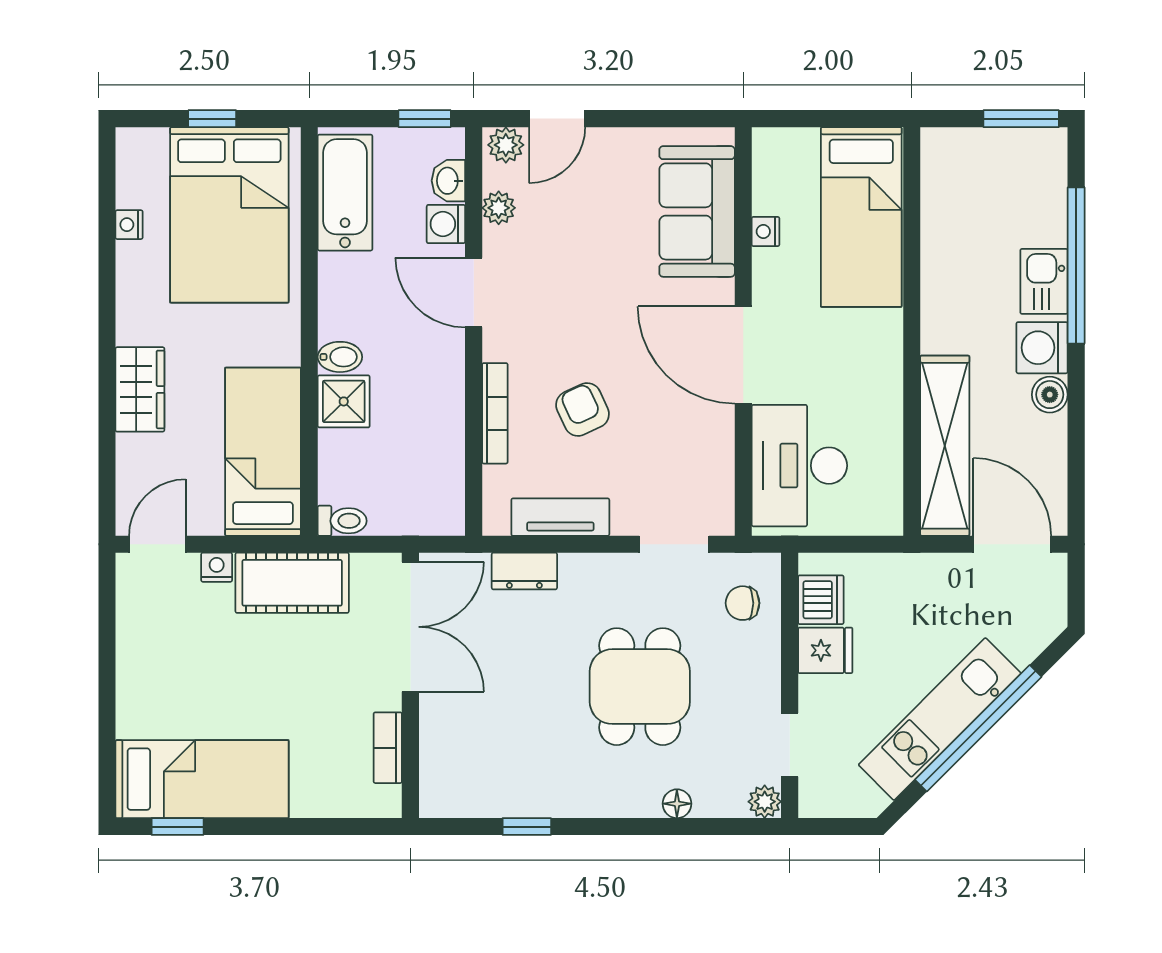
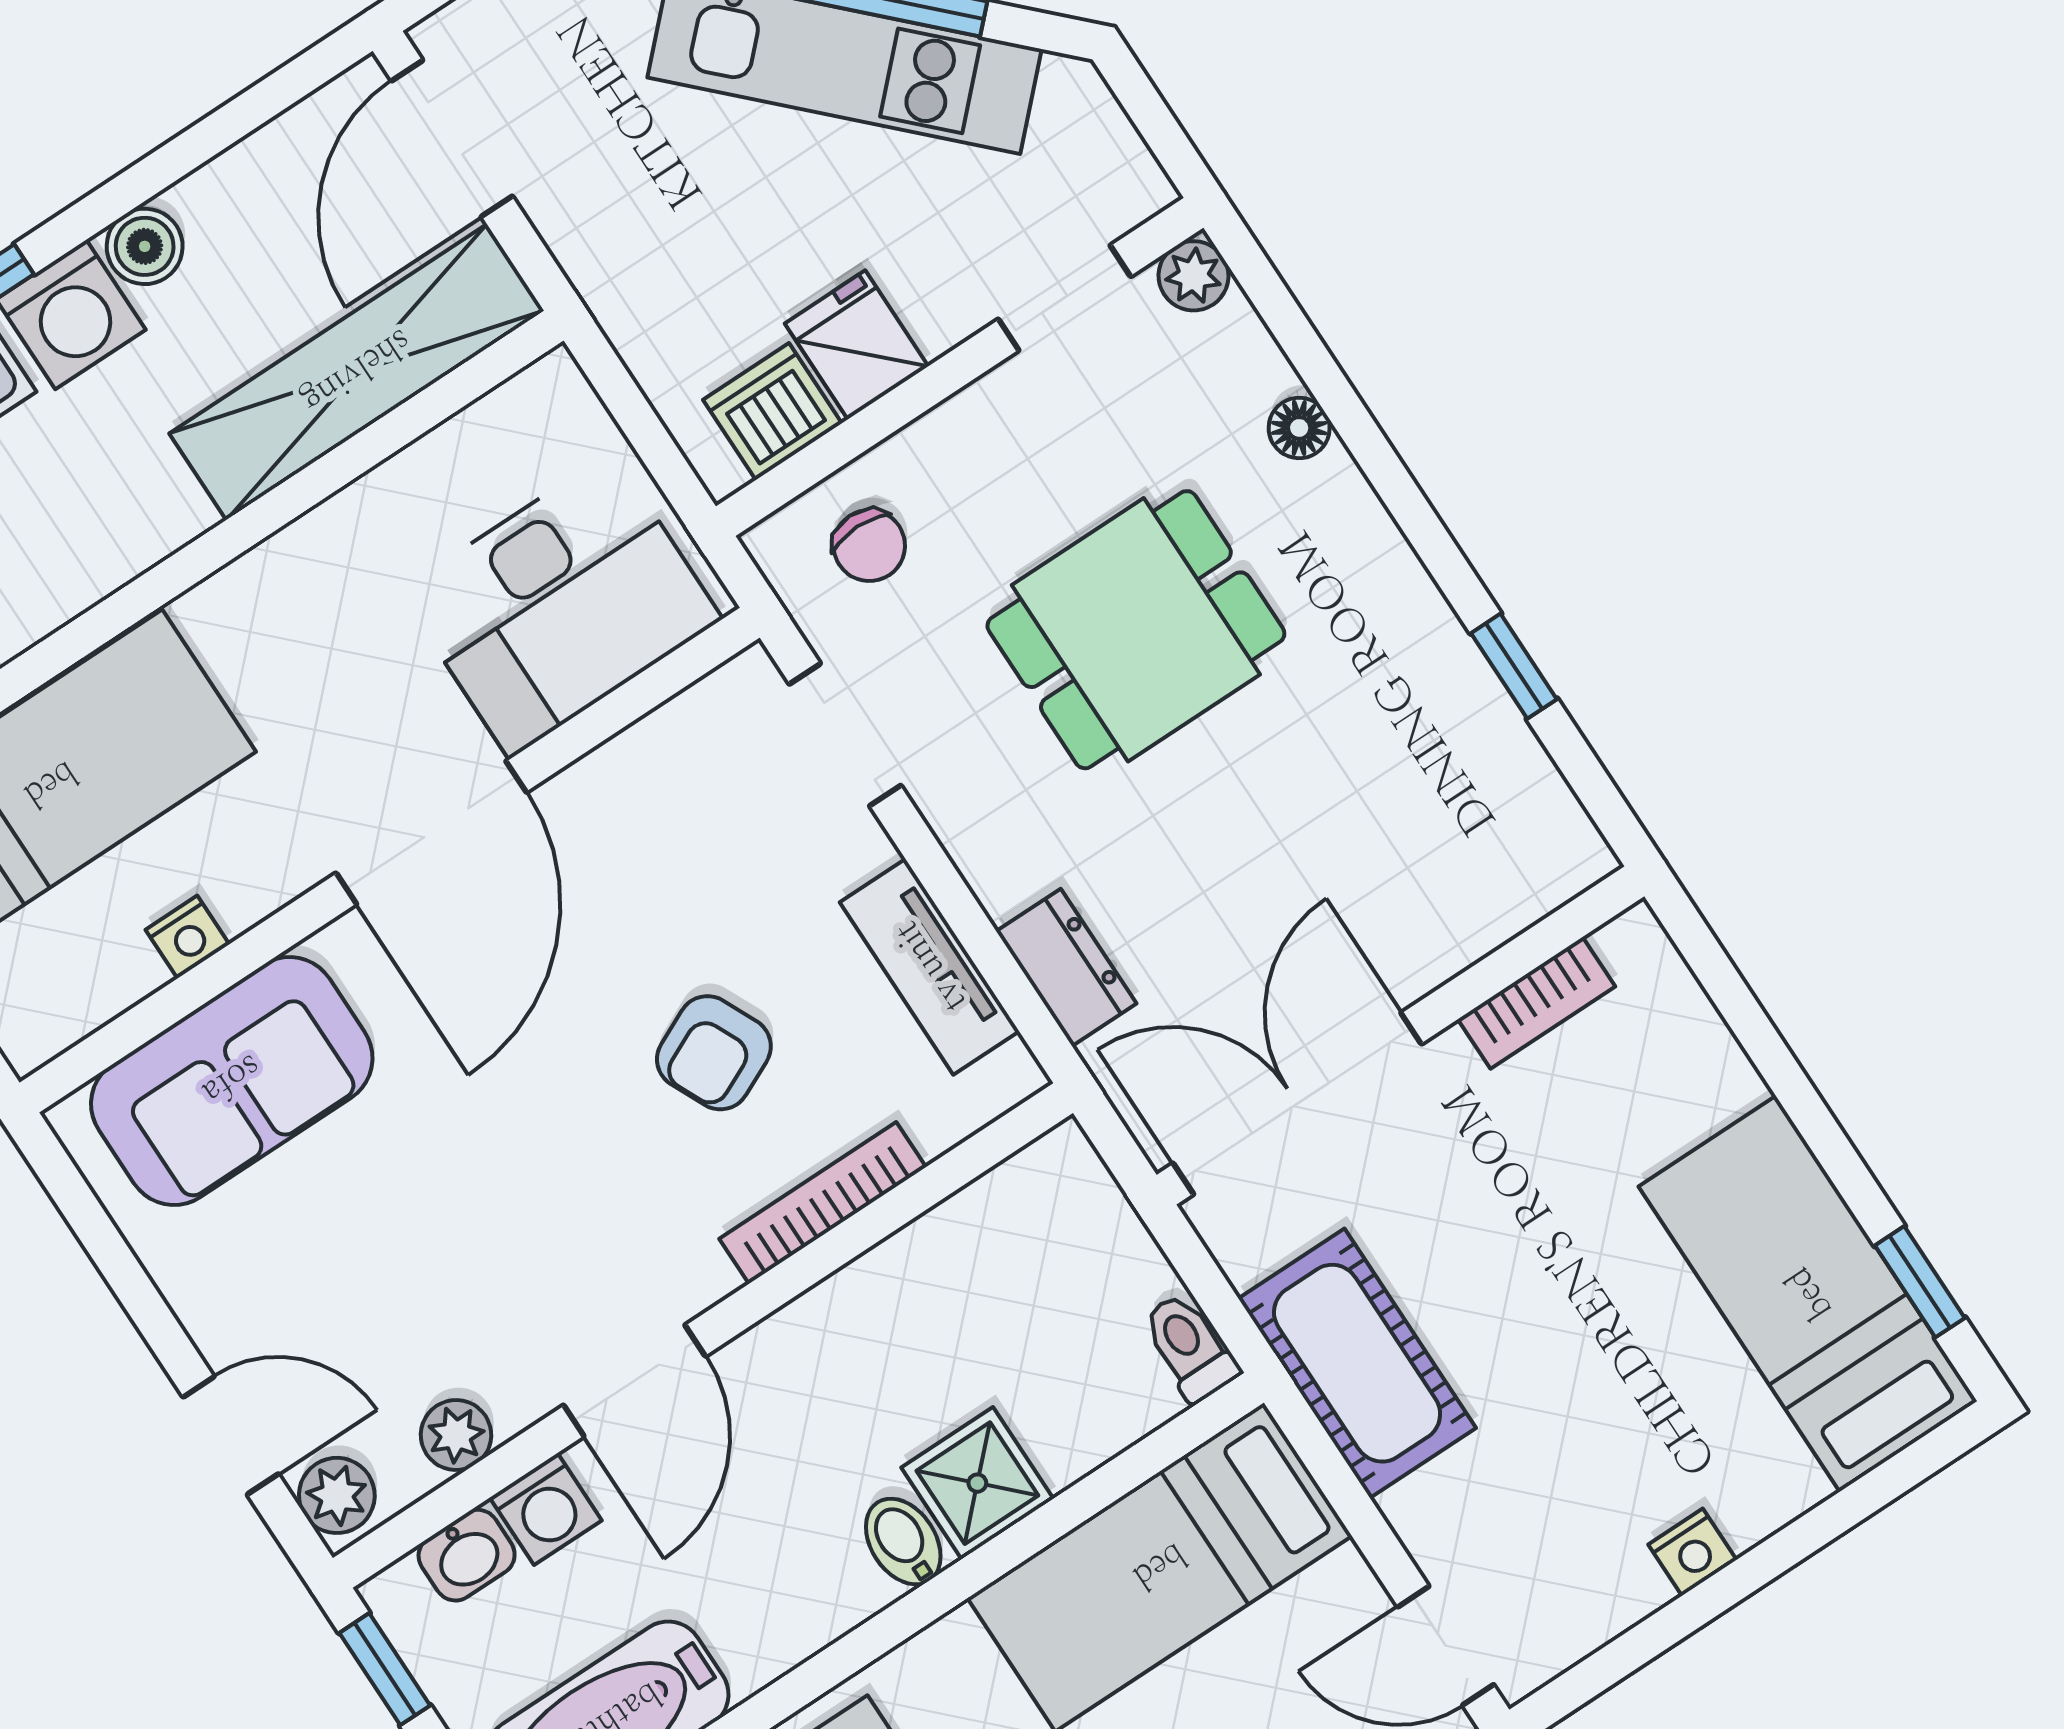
nightstand: (217, 567) -> (1692, 1552), moved, turned -90

